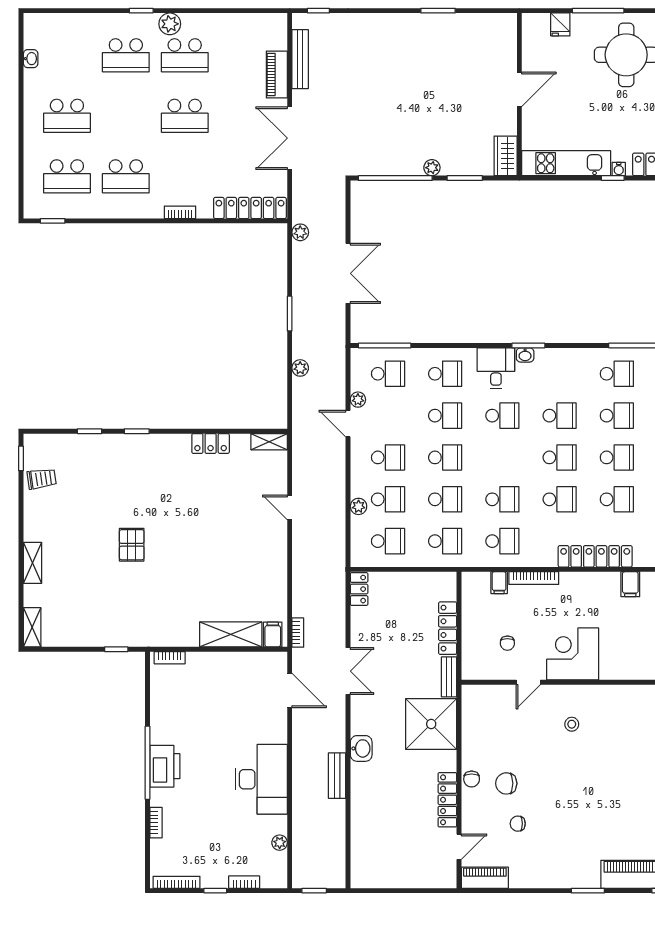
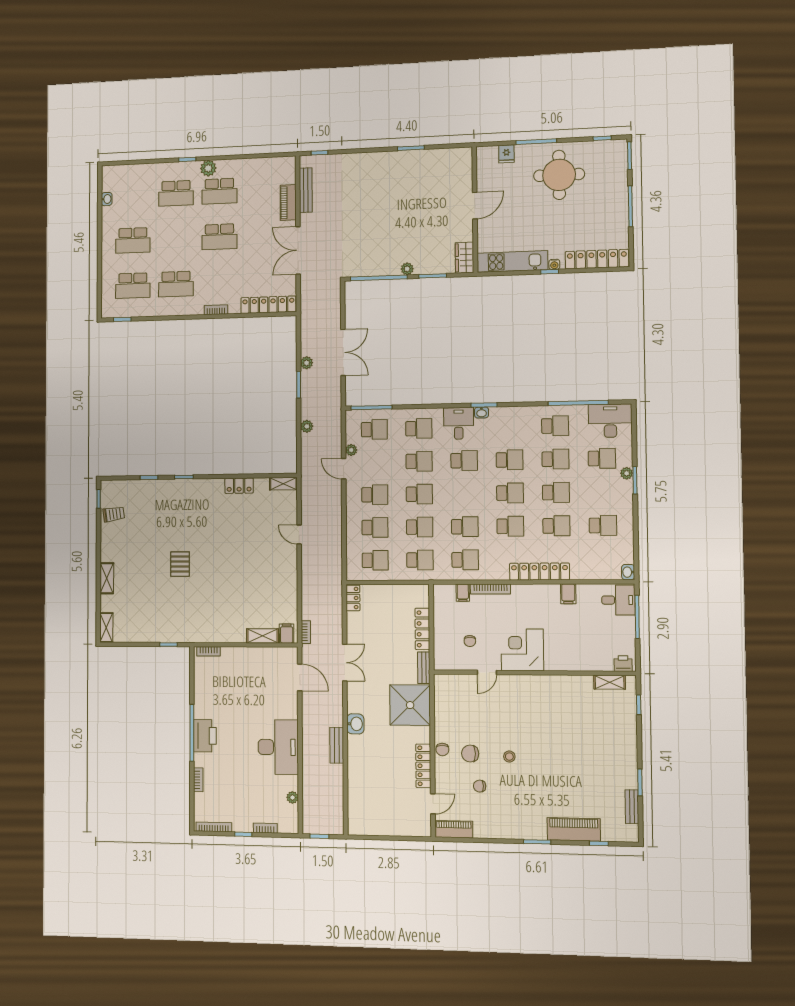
plant: (300, 232) -> (307, 363), moved
plant: (359, 506) -> (352, 533), removed
shelving: (231, 634) -> (262, 636), width x0.67, depth x0.75
stool: (572, 724) -> (509, 757), moved

